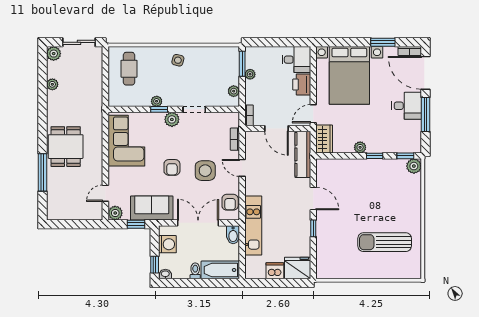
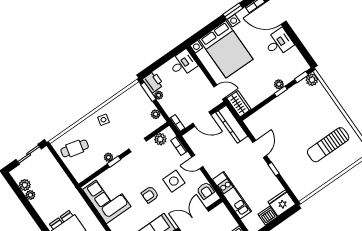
plant: (54, 54) -> (25, 185), moved
cafe table: (129, 69) -> (75, 148), turned -76
printer: (302, 85) -> (153, 82), moved, turned 180
door: (313, 114) -> (220, 92), swing flipped
window: (425, 114) -> (295, 40), removed
plant: (172, 119) -> (160, 139), moved
plant: (360, 147) -> (279, 84), moved
armchair: (172, 167) -> (150, 195), turned 90
door: (313, 198) -> (260, 149), hinge flipped
bidet: (233, 235) -> (223, 211), removed

